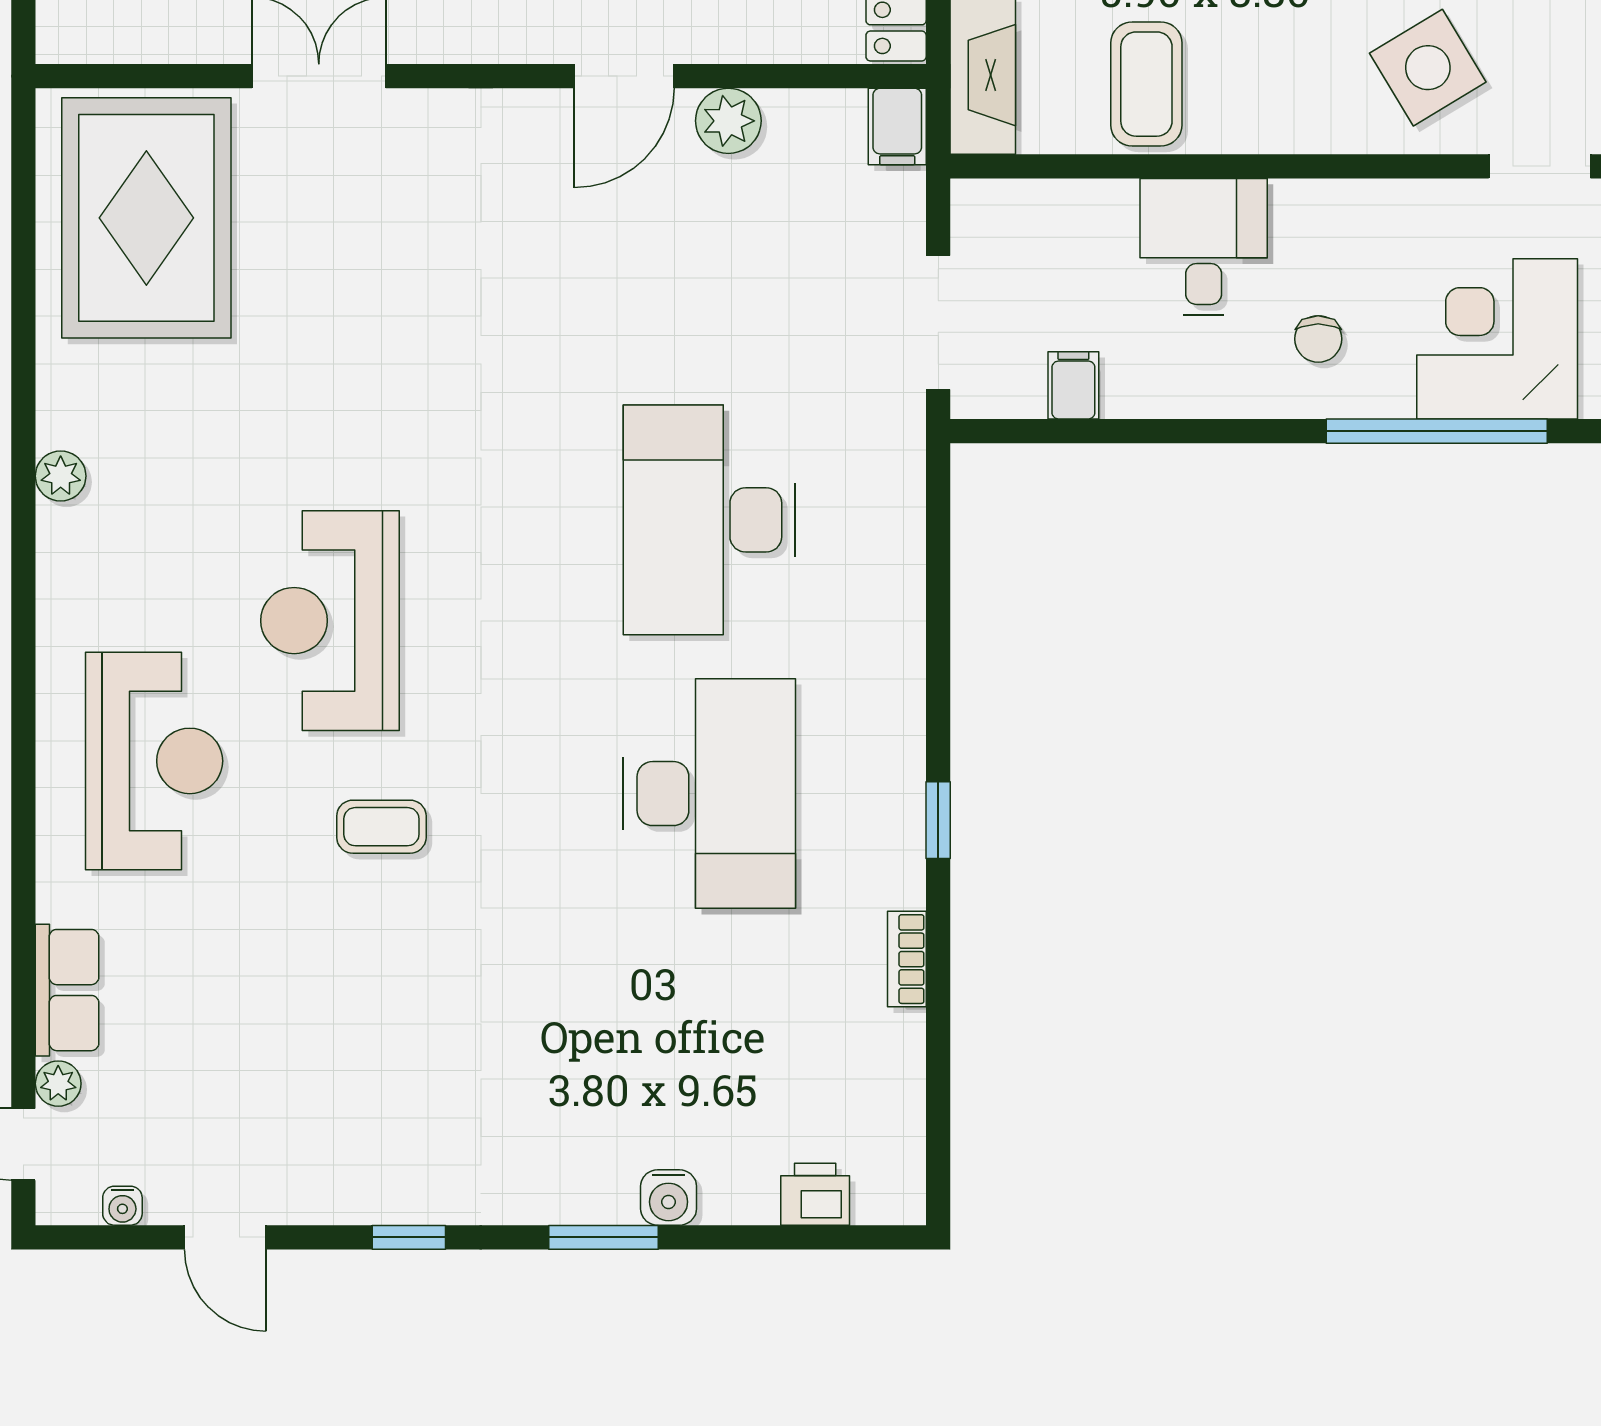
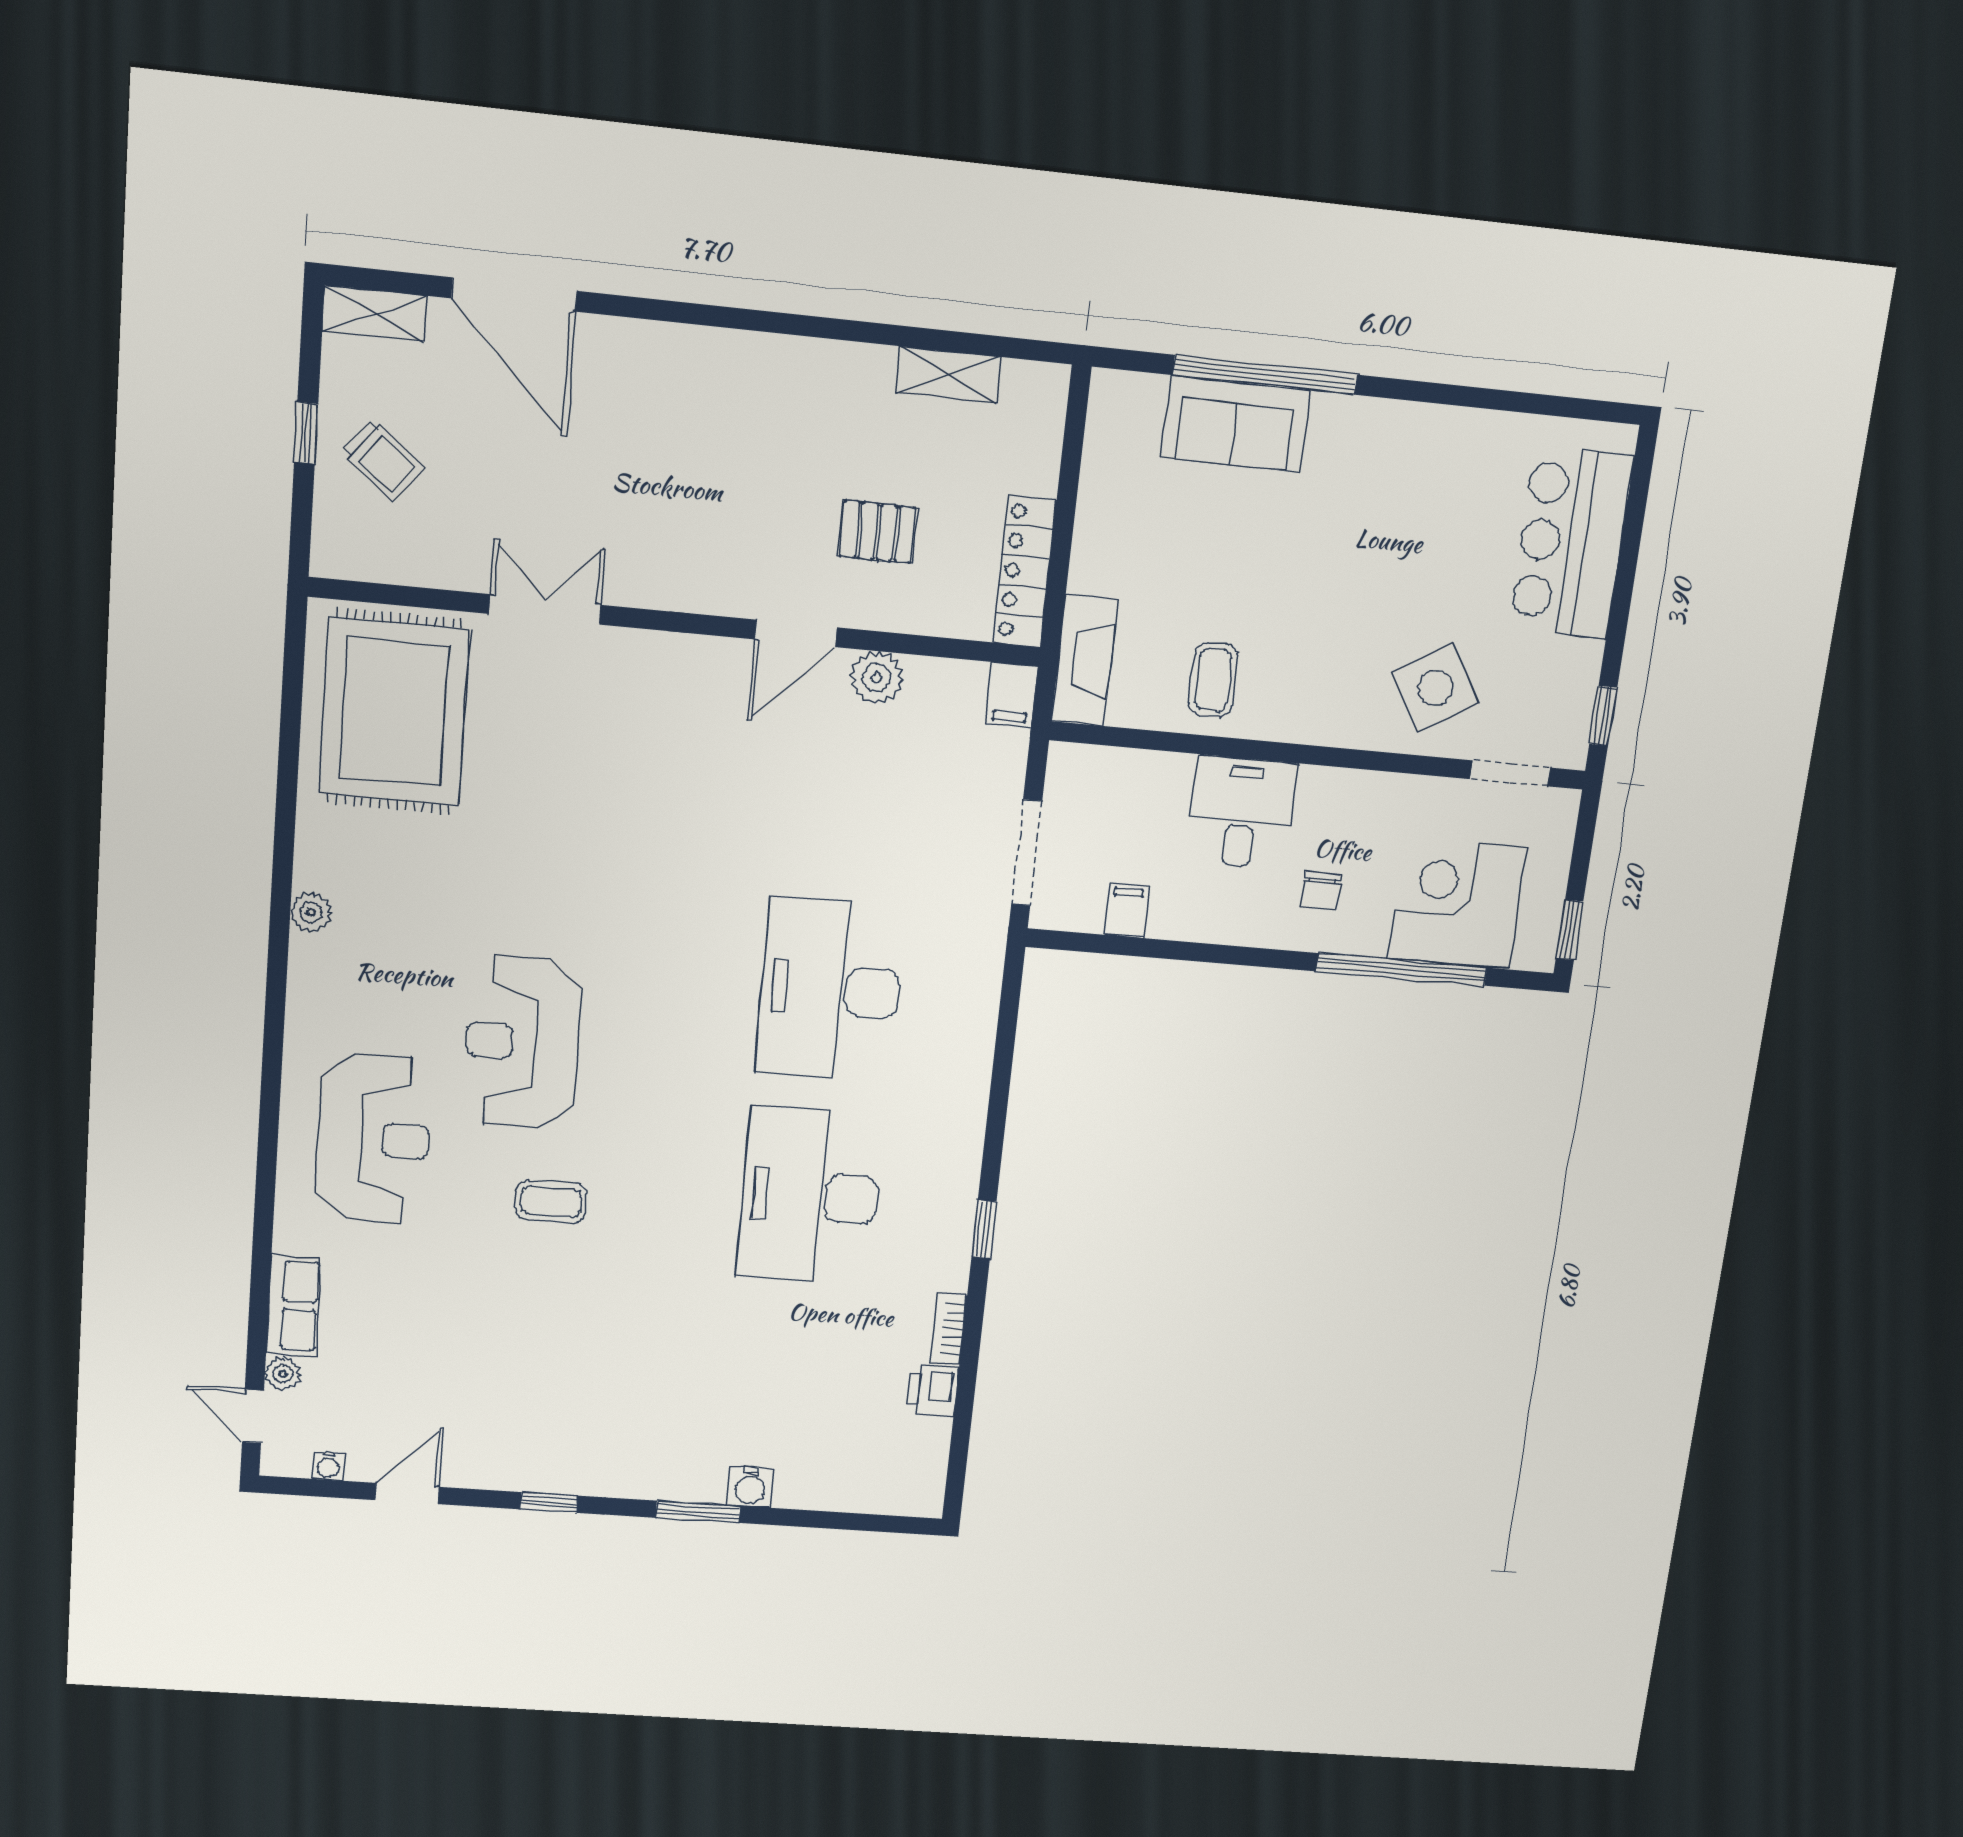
coffee table: (1146, 84) -> (1213, 680), width x0.73, depth x0.77
desk: (709, 794) -> (810, 1196), turned 180
printer: (815, 1194) -> (933, 1390), moved, turned -90
door: (225, 1237) -> (407, 1494), swing flipped

